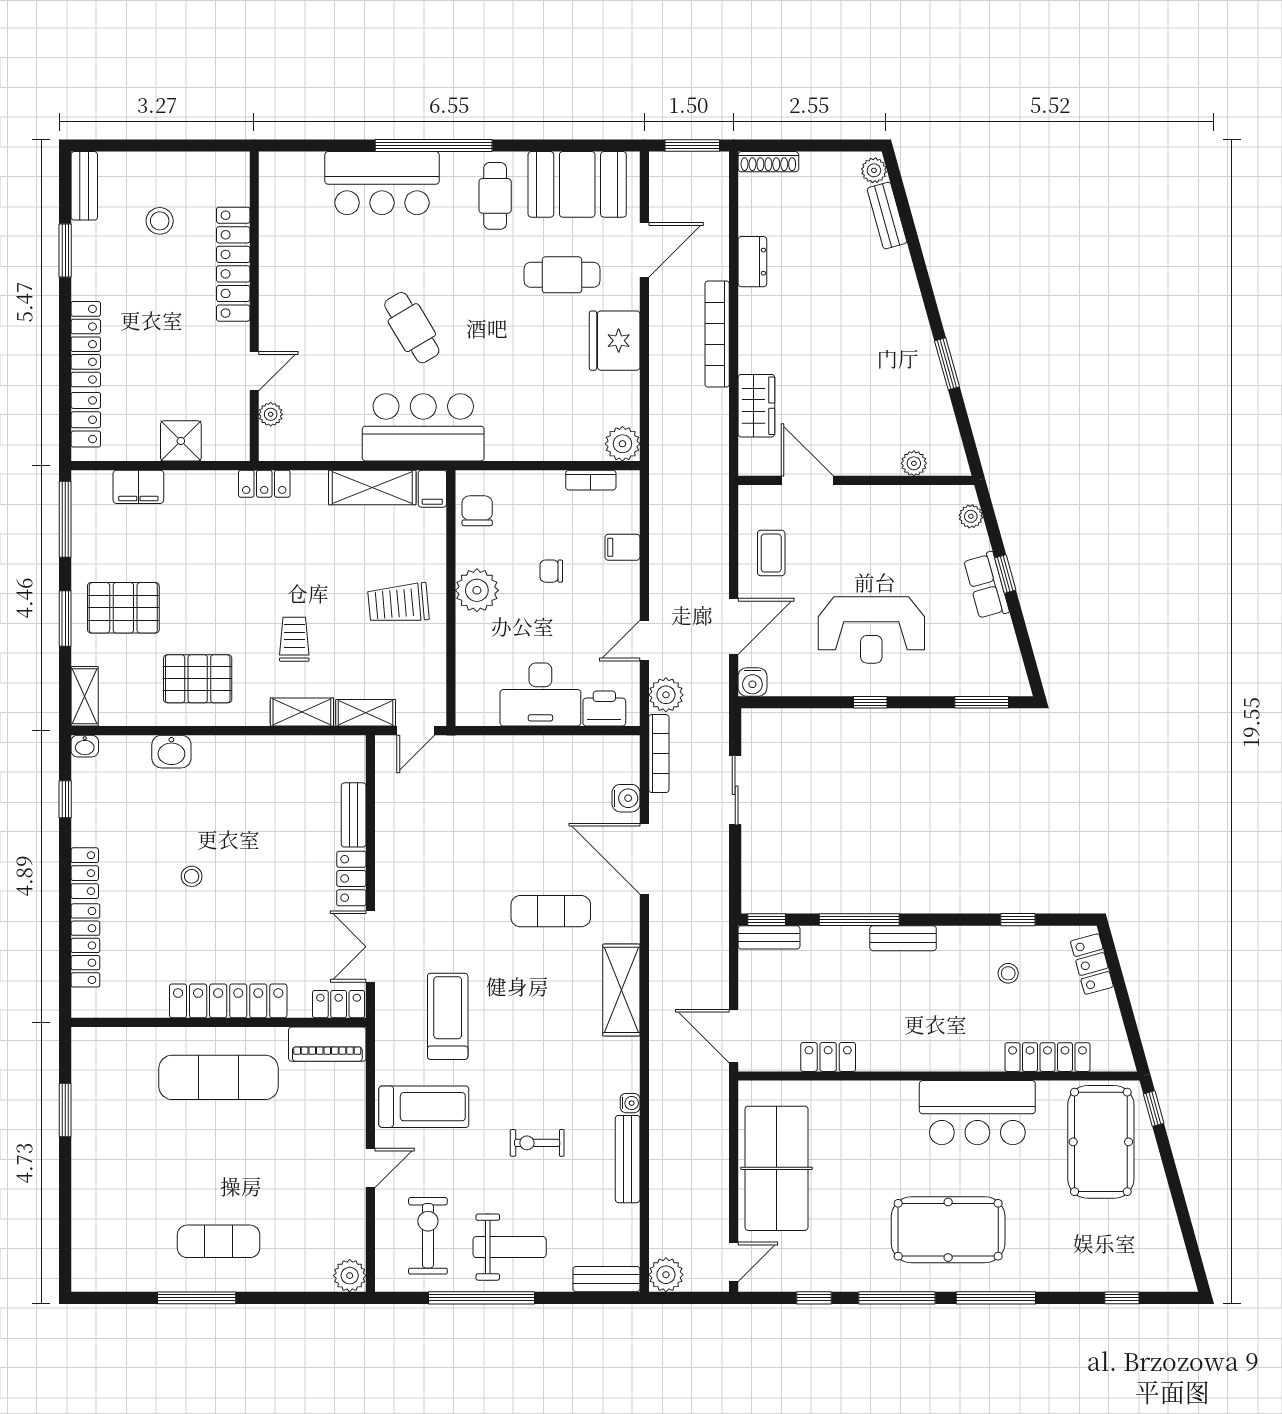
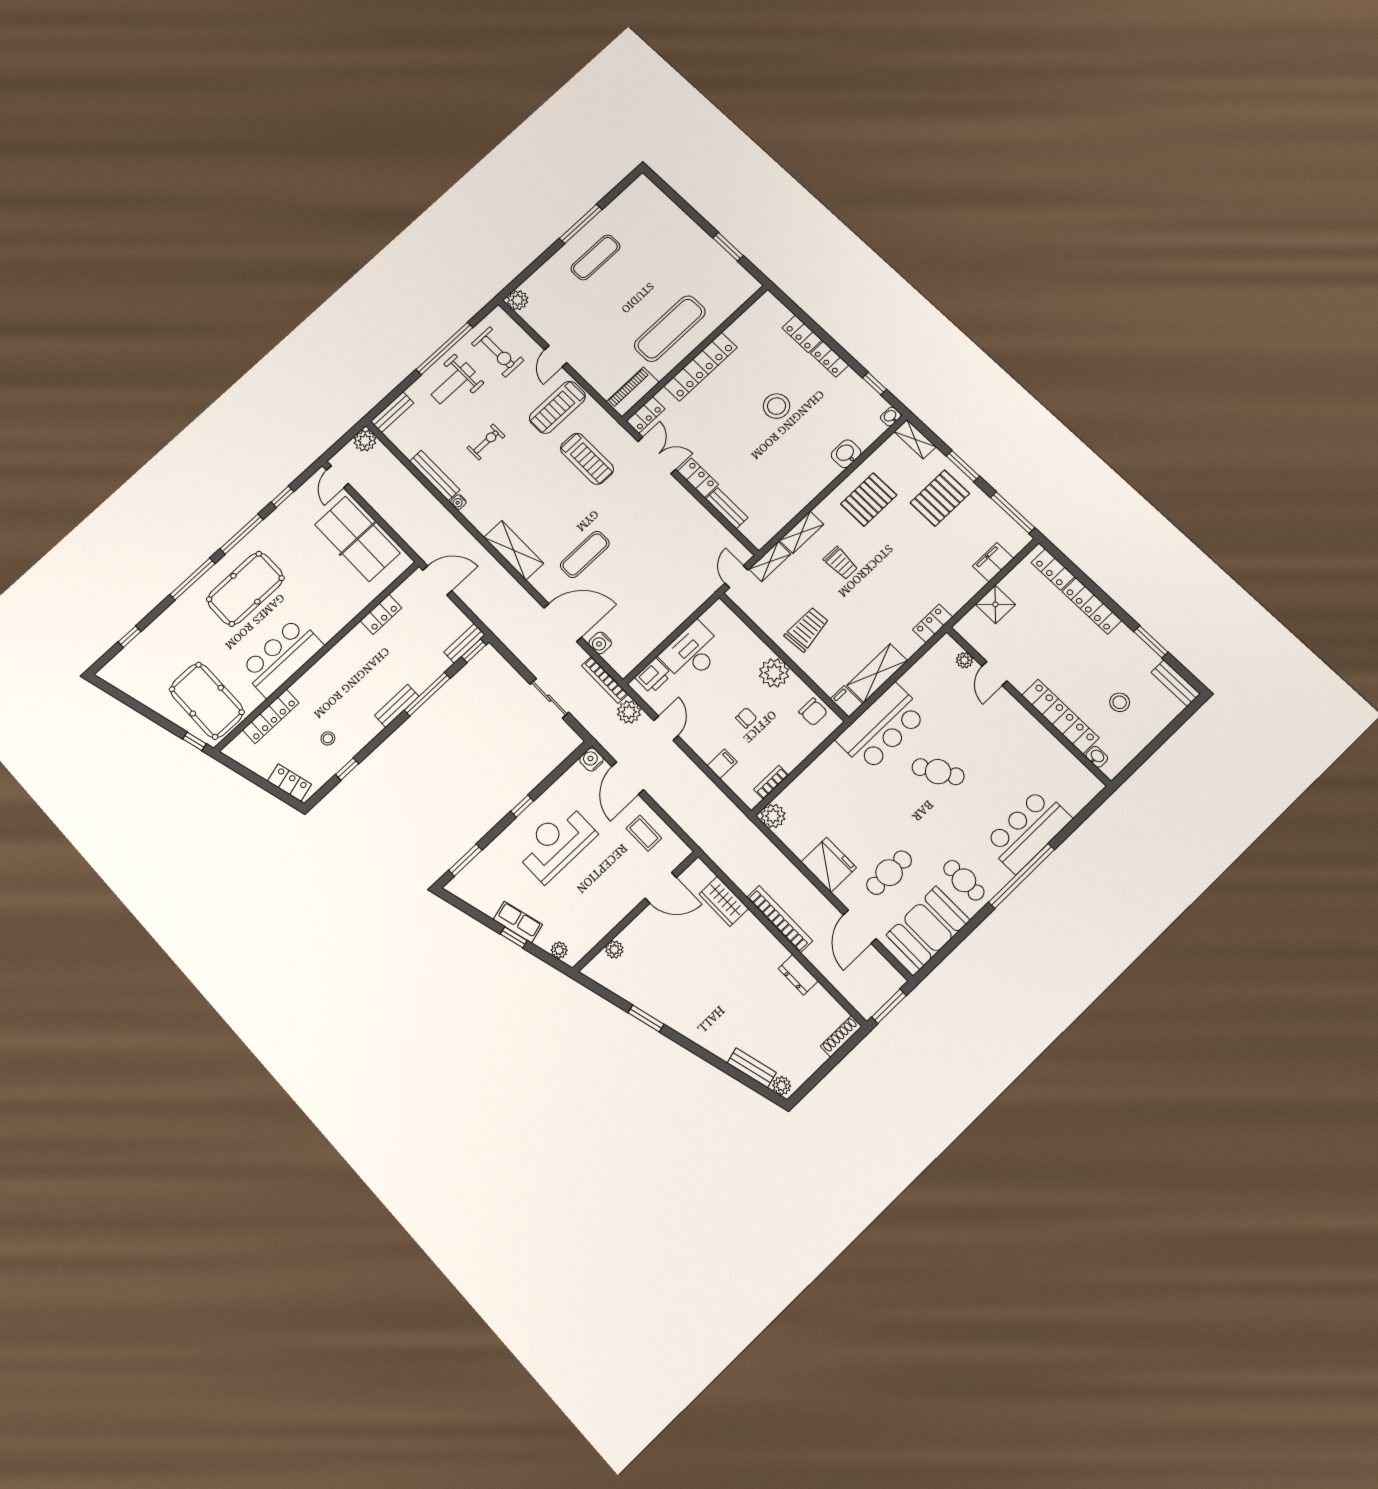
washbasin: (239, 189) -> (1097, 757), added
stool: (192, 876) -> (777, 406), width x1.89, depth x1.89
locker: (85, 945) -> (802, 334), width x0.66

